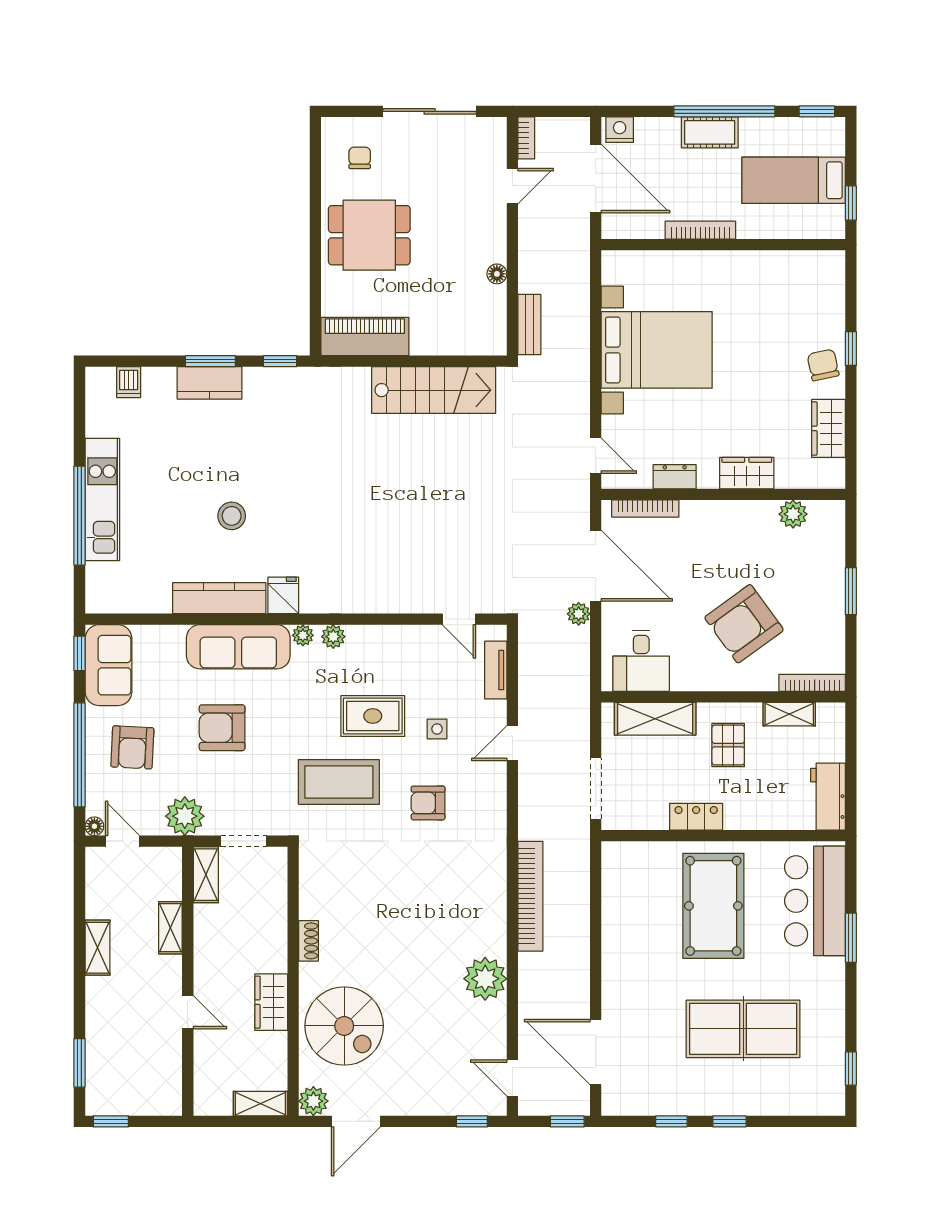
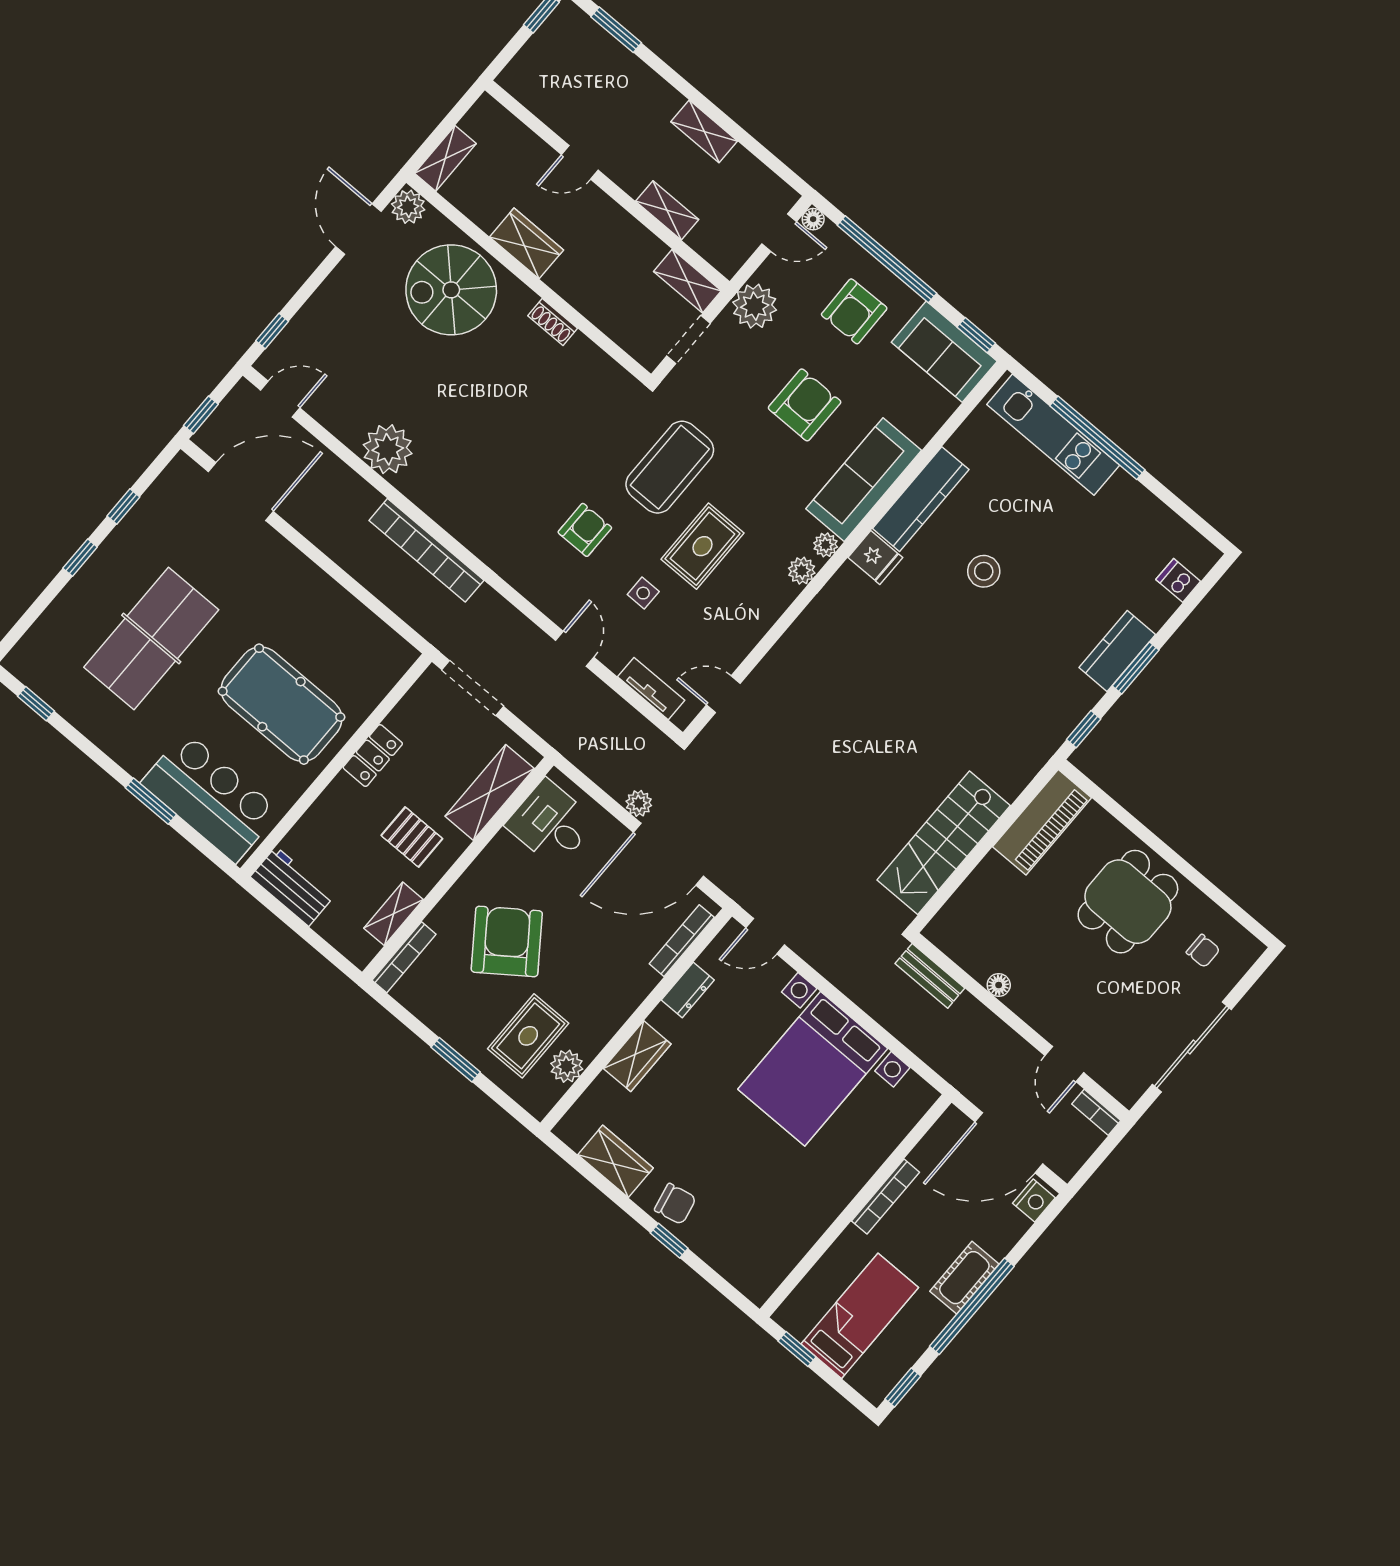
kitchen unit: (102, 499) -> (1053, 435), moved
rug: (795, 557) -> (528, 1036), added
armchair: (132, 747) -> (854, 311), turned -94

